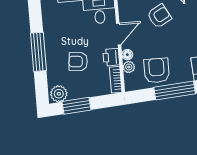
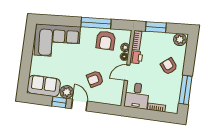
window: (38, 52) -> (185, 90), moved
armchair: (78, 62) -> (169, 66), moved, turned -135
window: (77, 106) -> (156, 27), moved

